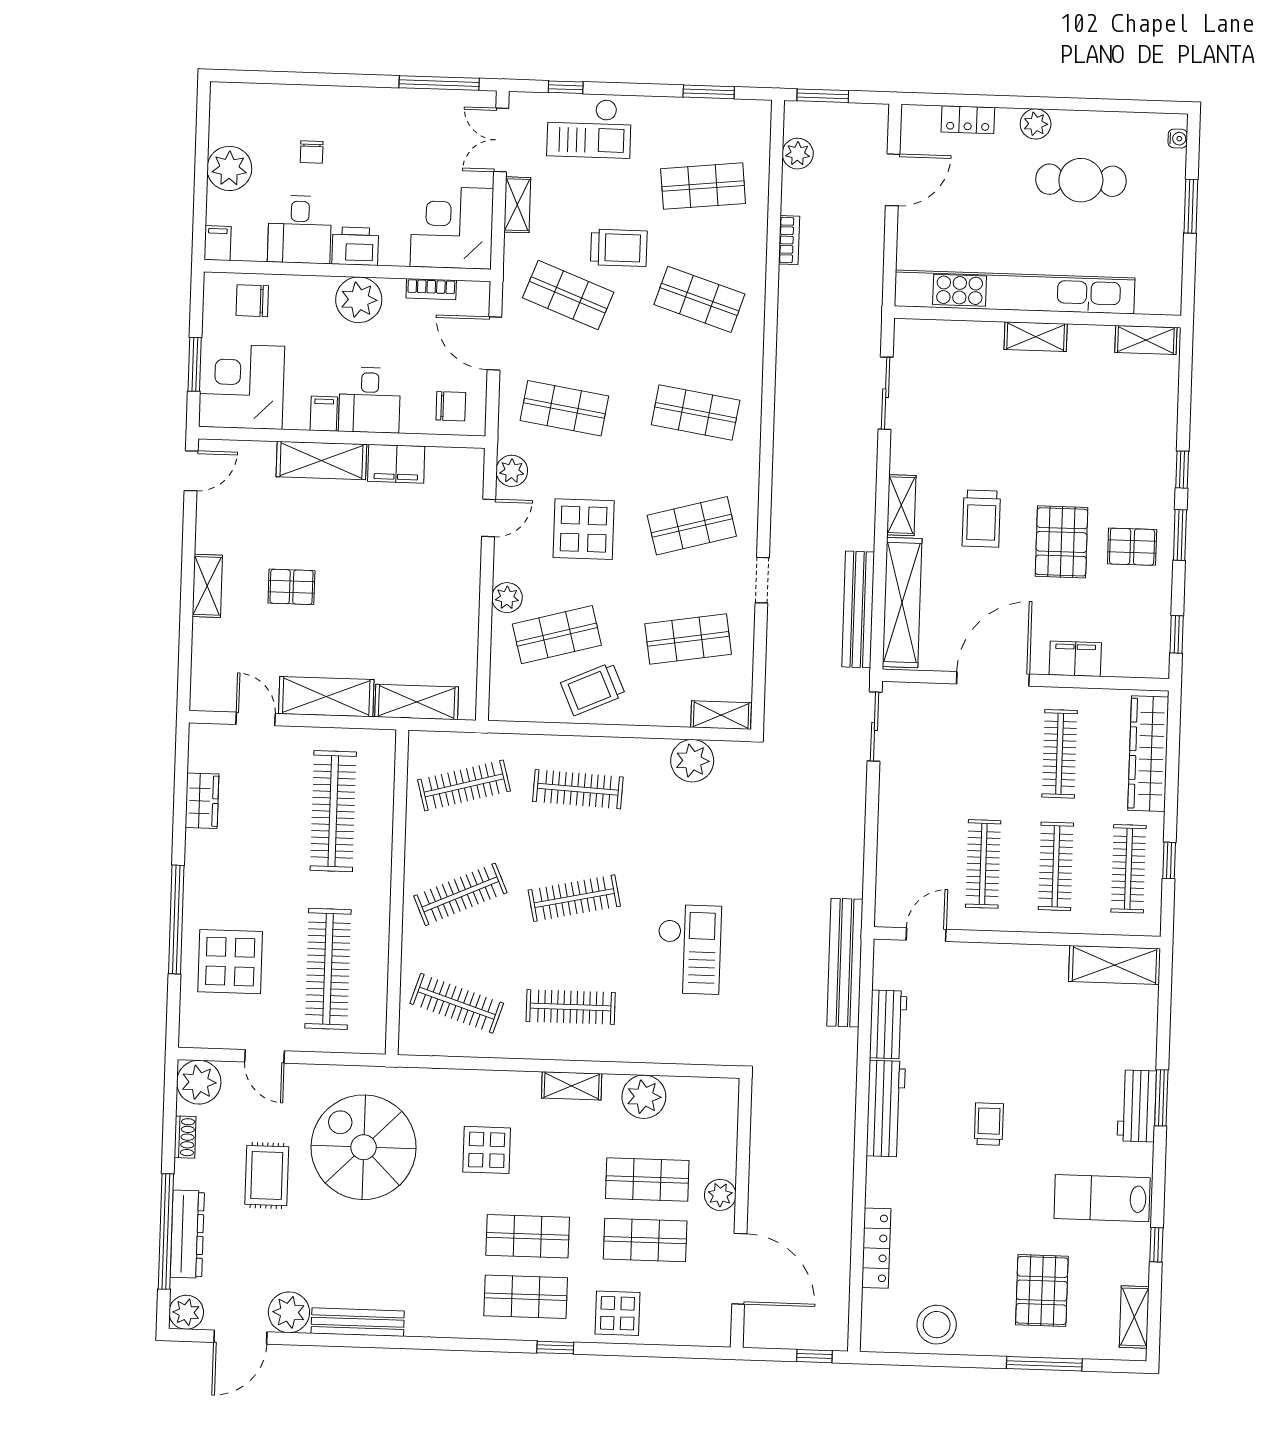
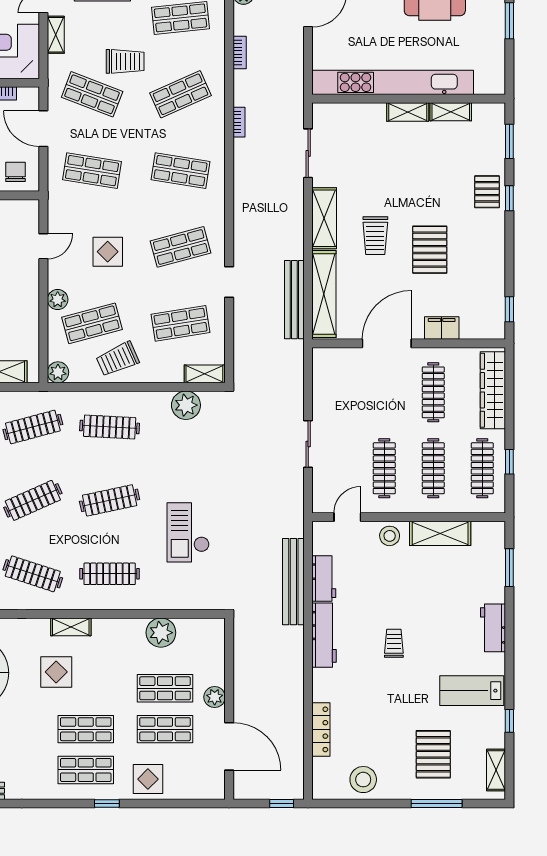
shop shelf: (699, 299) -> (180, 94), turned -42
shelving: (1146, 340) -> (451, 112), moved
bookcase: (785, 343) -> (239, 122), added
chair: (451, 406) -> (15, 172), turned -90
plant: (512, 471) -> (58, 372), moved
shelving: (901, 505) -> (324, 218), width x1.50, depth x1.33
display table: (584, 529) -> (108, 252), width x0.73, depth x0.73
window: (1180, 535) -> (509, 141), moved
pallet: (1132, 547) -> (487, 192), moved, turned 90
sliding door: (875, 726) -> (308, 444), moved
checkout: (689, 949) -> (188, 532), turned 180
bench: (845, 963) -> (293, 582), moved
stool: (988, 965) -> (390, 536), added
shelving: (1114, 965) -> (440, 533), moved
shelving: (572, 1086) -> (71, 627), moved
window: (1161, 1098) -> (509, 568), moved

